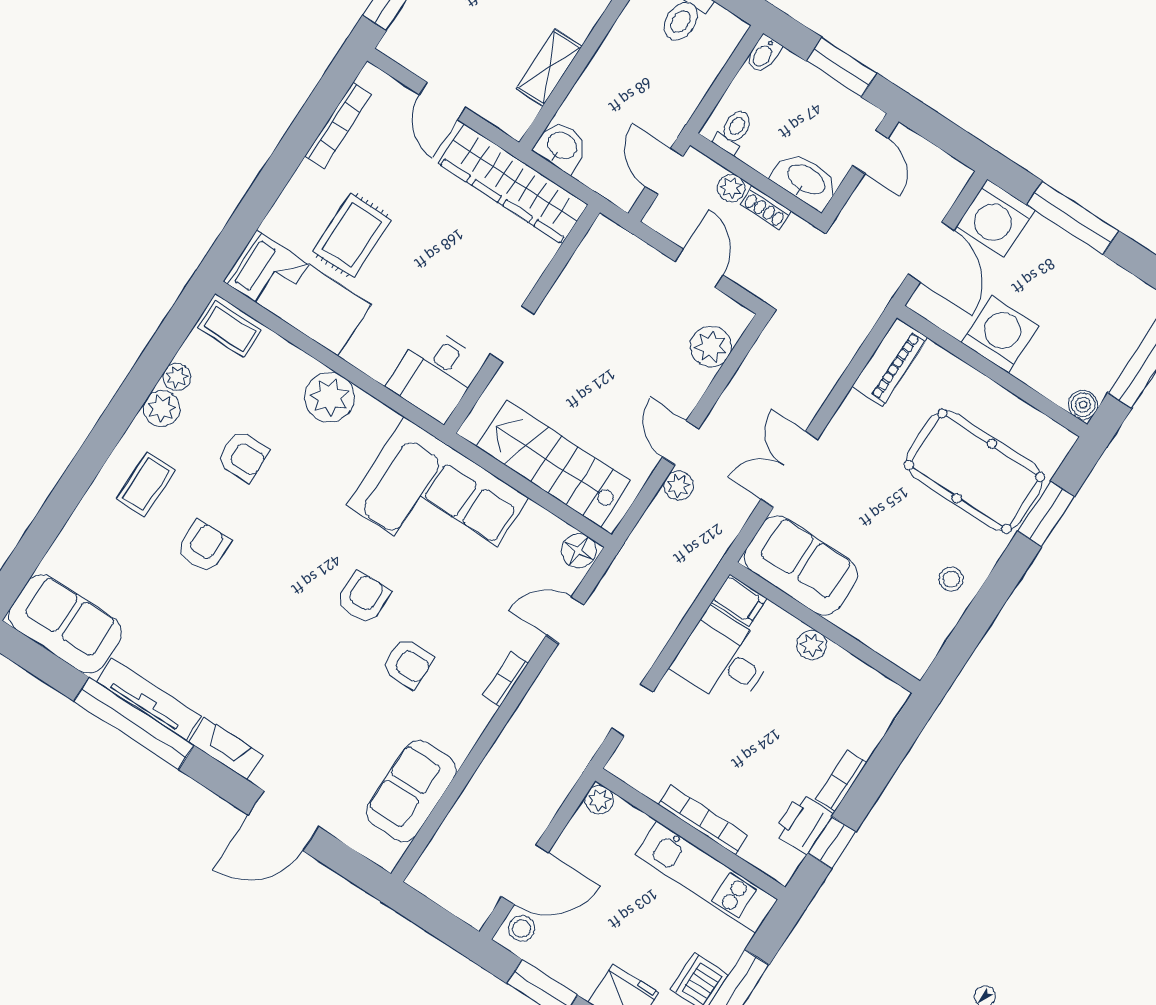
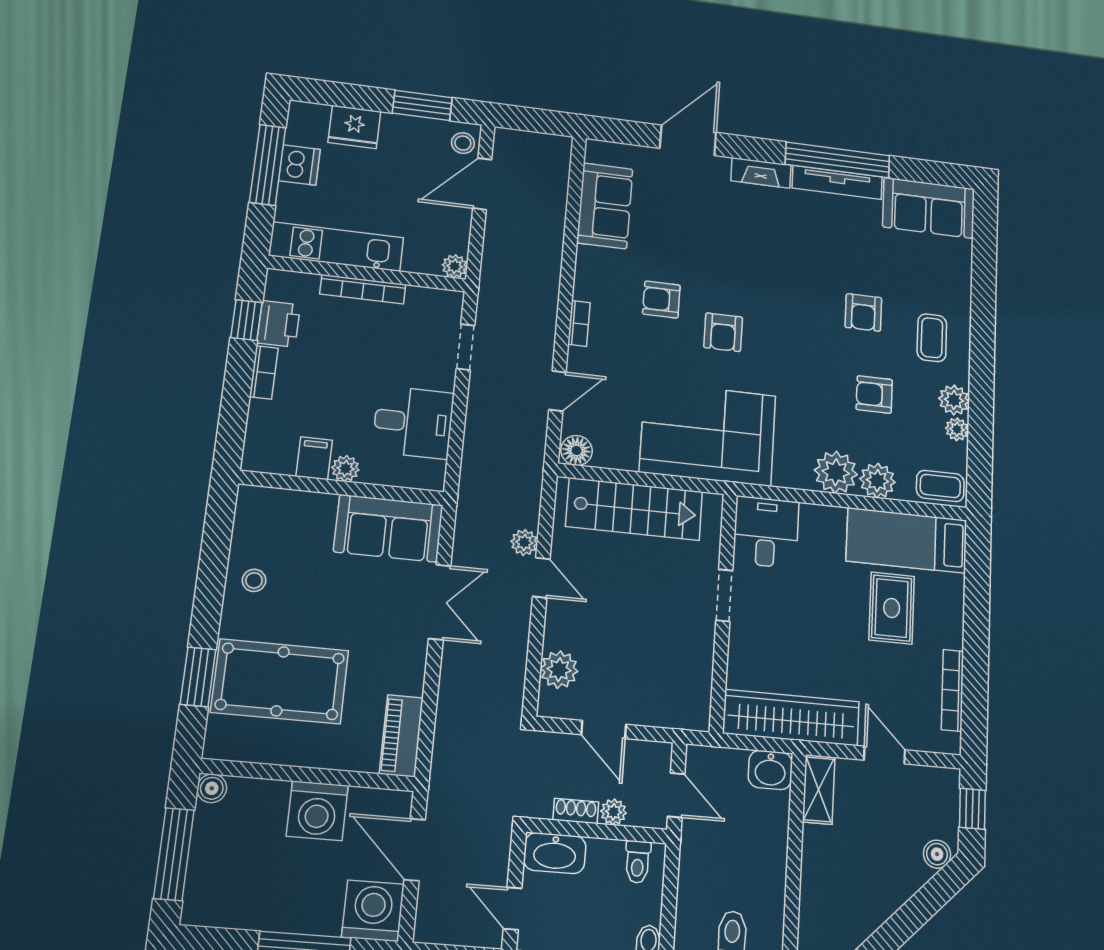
shelving: (549, 68) -> (819, 789), moved
plant: (292, 367) -> (877, 481), added
filing cabinet: (739, 600) -> (314, 458), moved, turned 90

